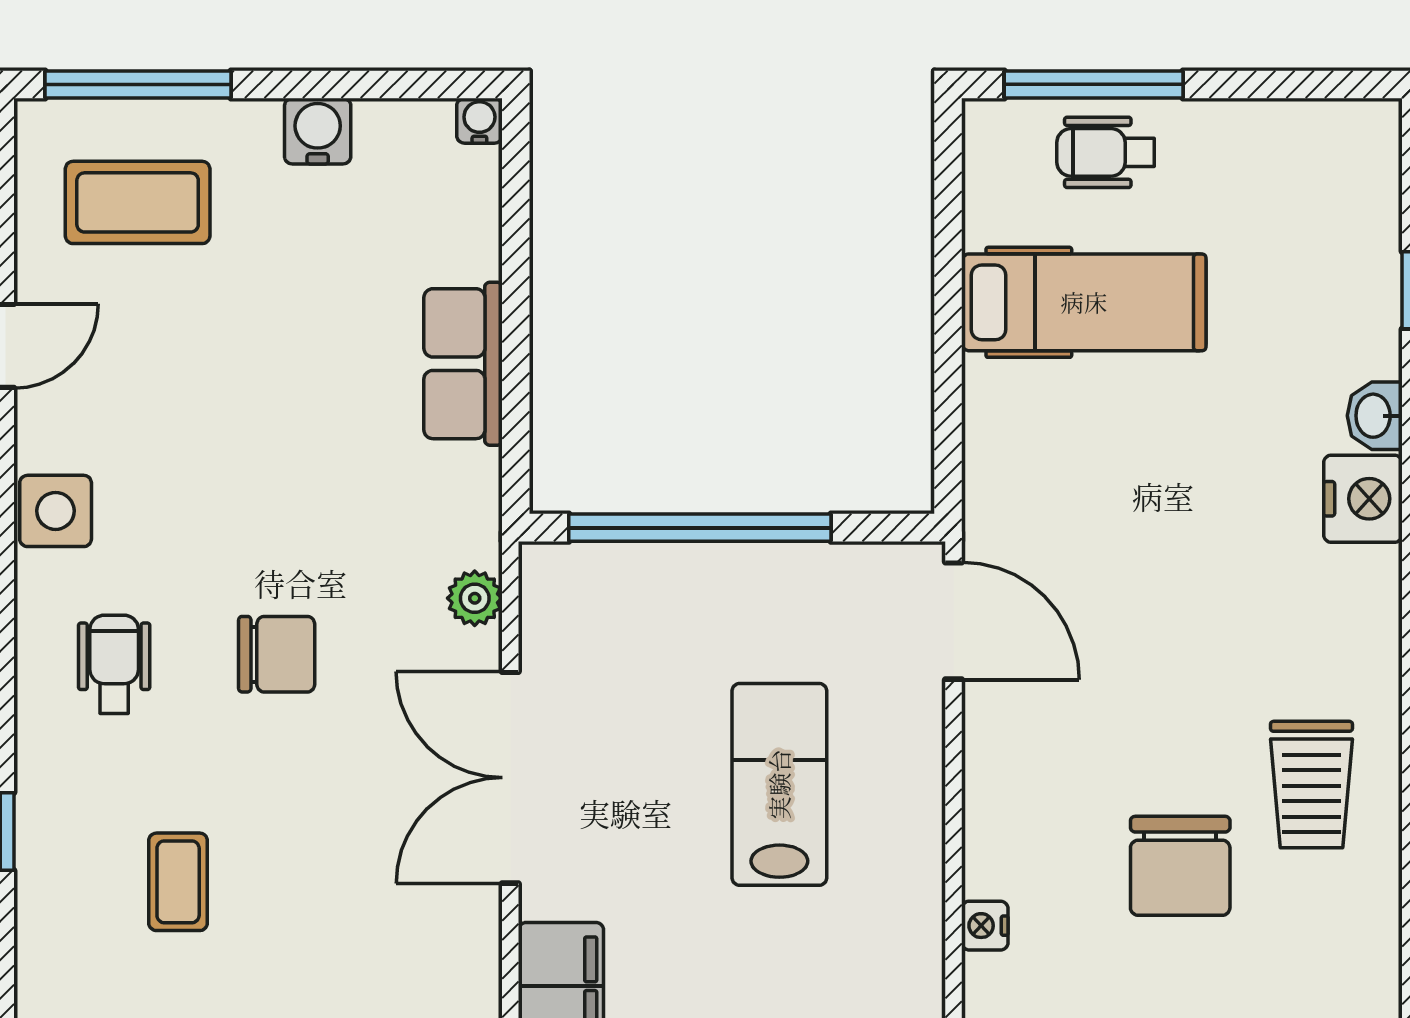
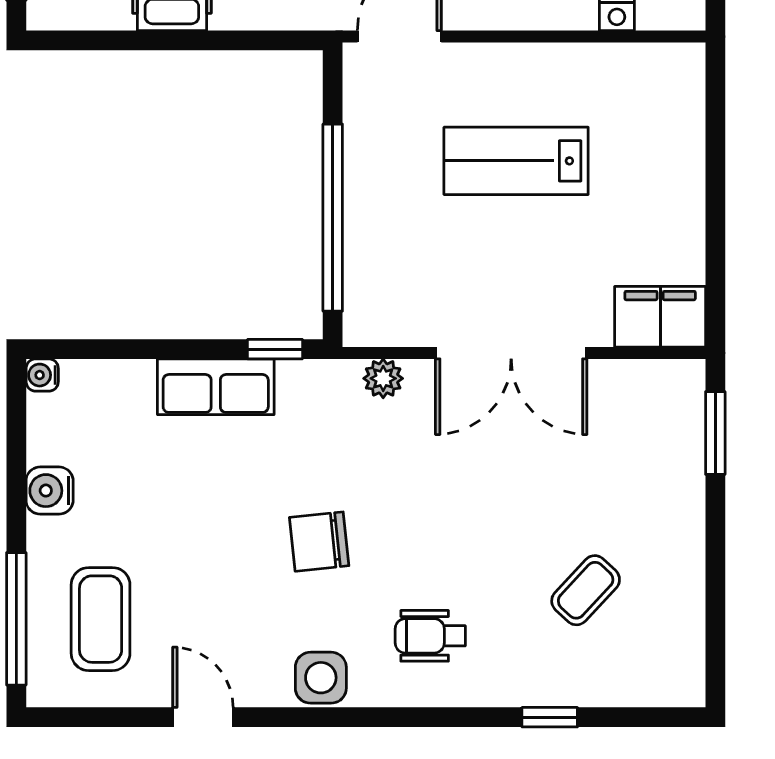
window: (516, 447) -> (275, 349), added
chair: (277, 654) -> (319, 542), moved, turned -96
coffee table: (178, 882) -> (586, 590), turned -47

